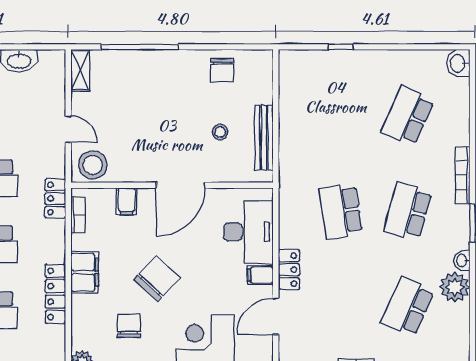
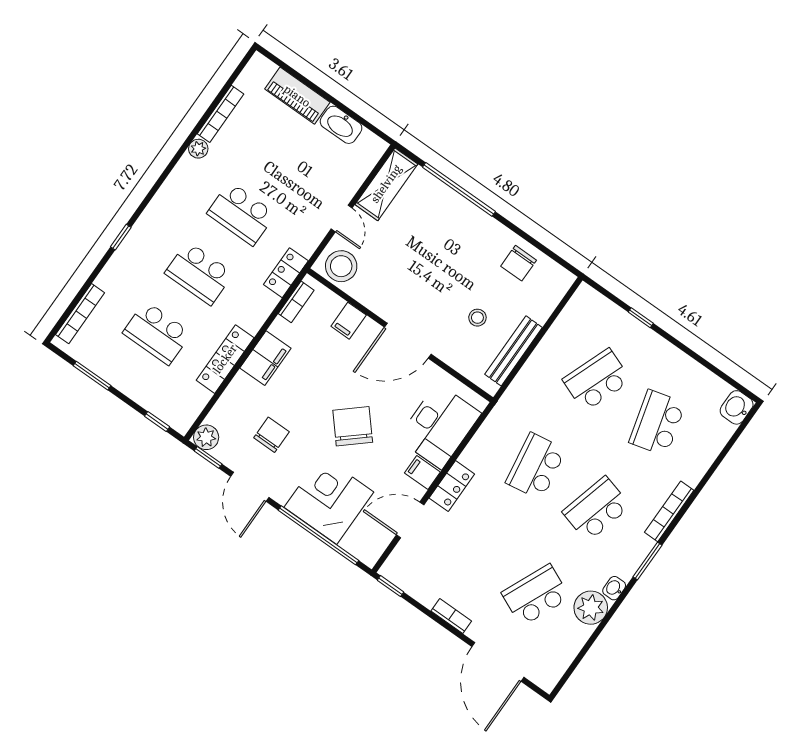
shelving: (80, 70) -> (386, 184), width x1.50, depth x1.33
school desk: (341, 116) -> (597, 380), added
school desk: (408, 116) -> (657, 423), turned -39
chair: (157, 279) -> (353, 426), moved, turned -84

